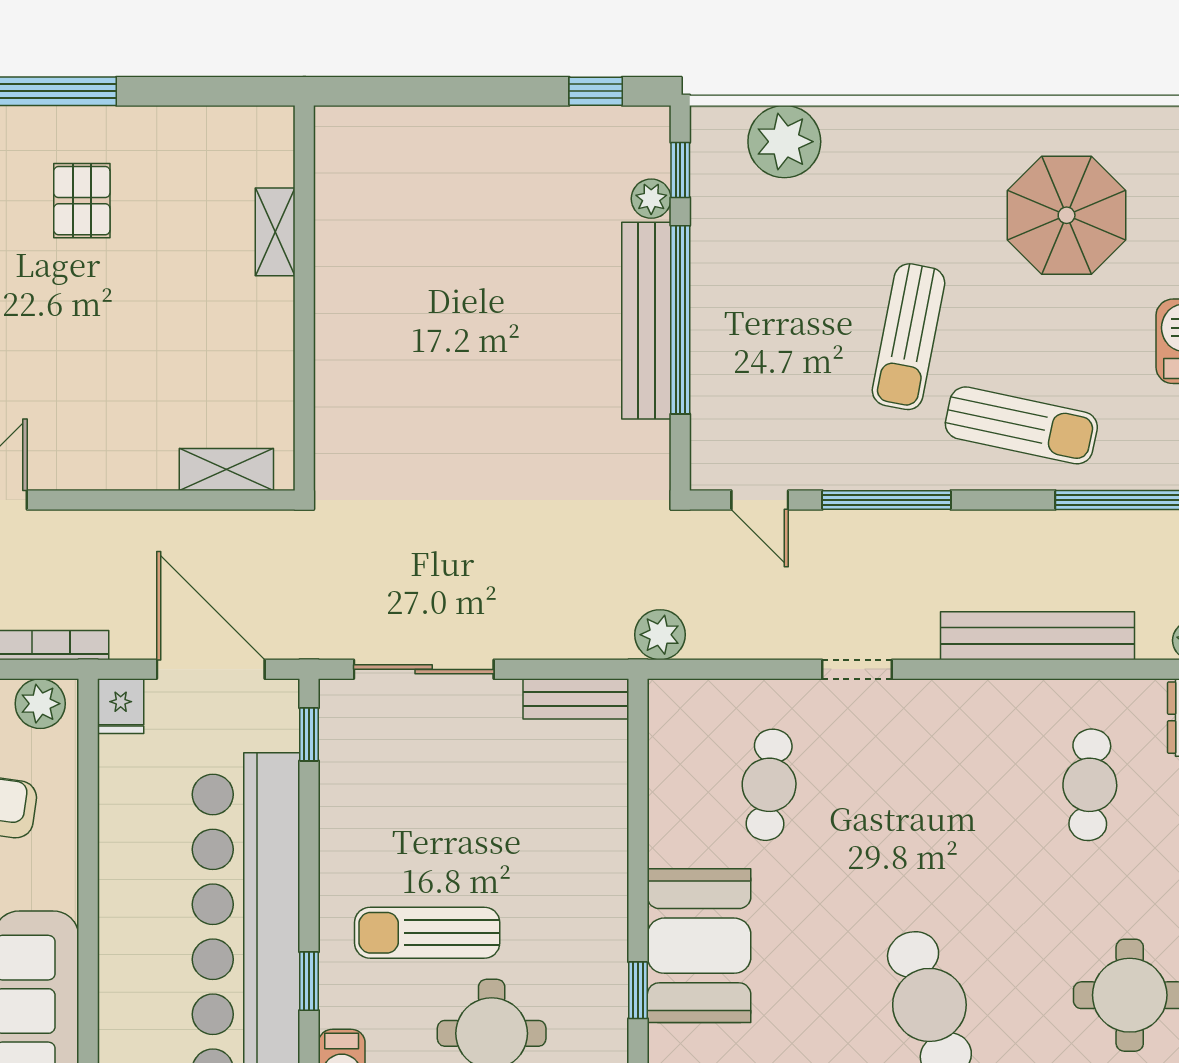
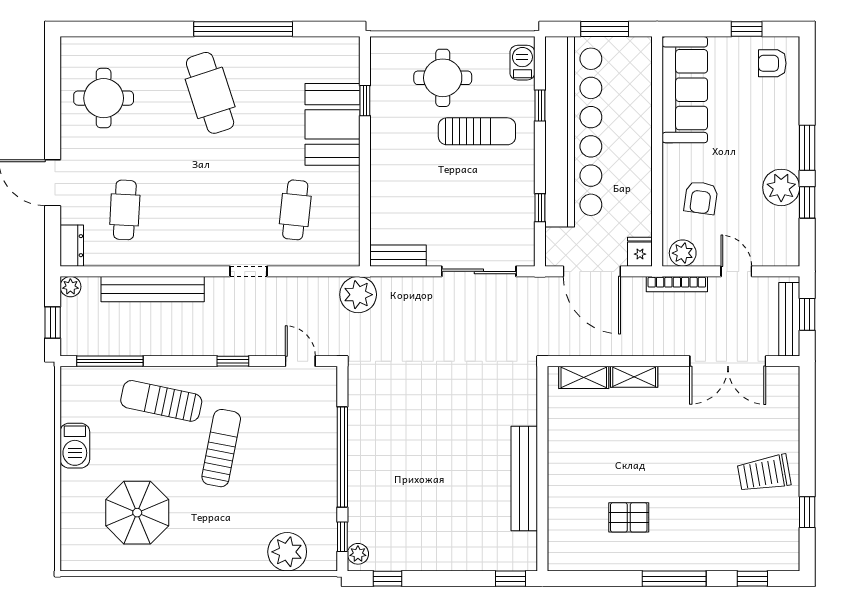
window: (364, 91) -> (510, 579), added
plant: (651, 199) -> (358, 554), moved
pallet: (82, 201) -> (629, 517), moved, turned 90
shelving: (275, 232) -> (634, 377), moved, turned 90
bench: (646, 321) -> (524, 479), moved
window: (887, 500) -> (233, 361), width x0.46
plant: (660, 635) -> (358, 295), width x1.36, depth x1.36
window: (309, 734) -> (540, 208), moved

